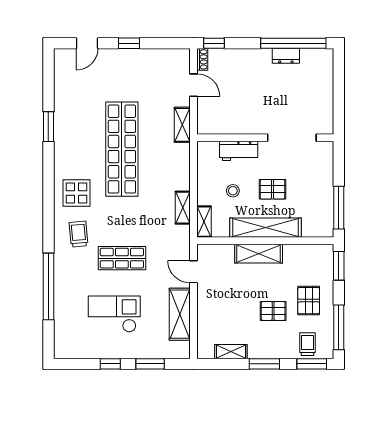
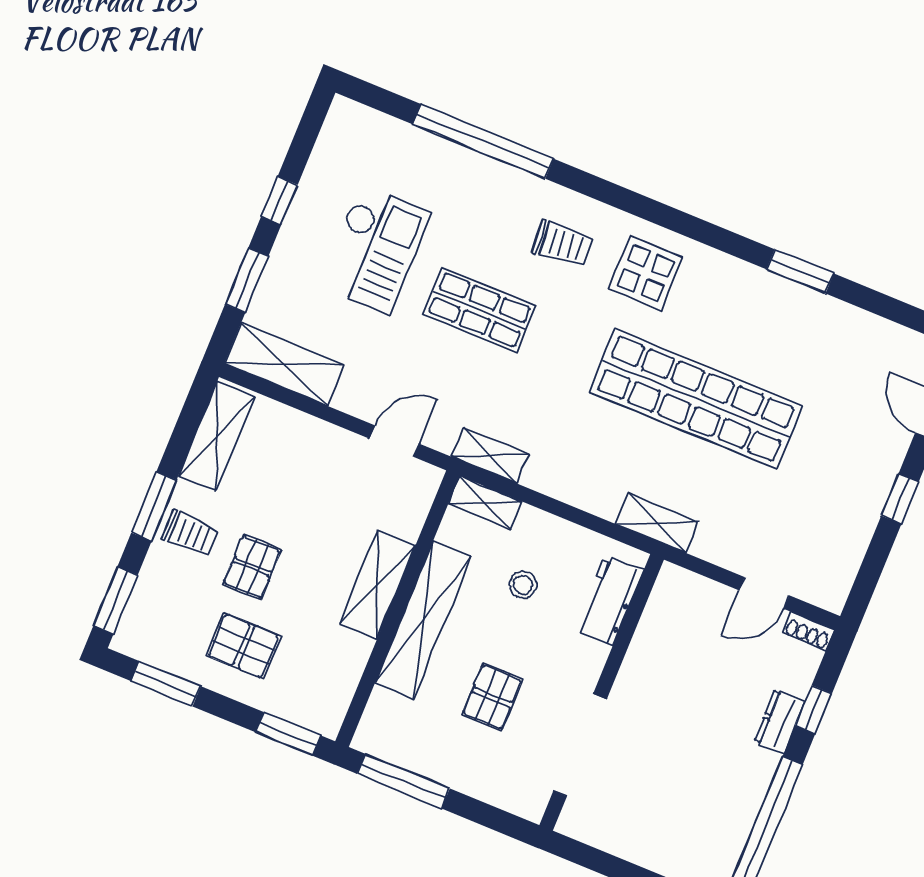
window: (214, 43) -> (813, 710), moved
dresser: (286, 56) -> (779, 722), moved
shelving: (182, 125) -> (657, 523), moved
workbench: (239, 151) -> (609, 600), moved
pallet: (272, 189) -> (492, 697), moved
shelving: (183, 208) -> (490, 455), moved
shop shelf: (122, 258) -> (480, 310), turned 90
shelving: (180, 314) -> (284, 364), moved
window: (339, 327) -> (166, 684), width x0.69
trolley: (308, 344) -> (190, 533), moved
shelving: (231, 352) -> (217, 436), width x1.50, depth x1.33

